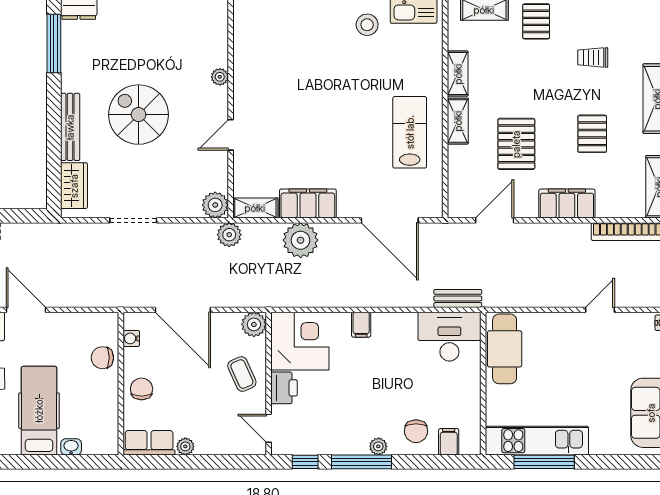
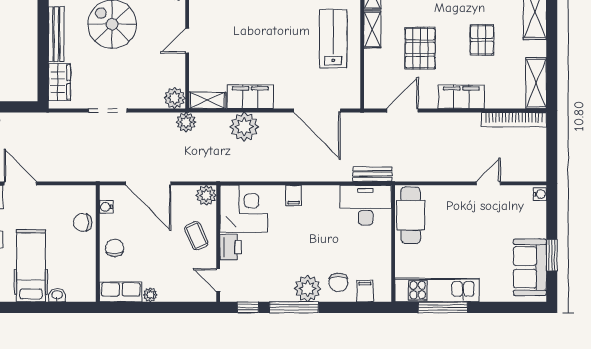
plant: (378, 446) -> (308, 289), width x1.88, depth x1.88

